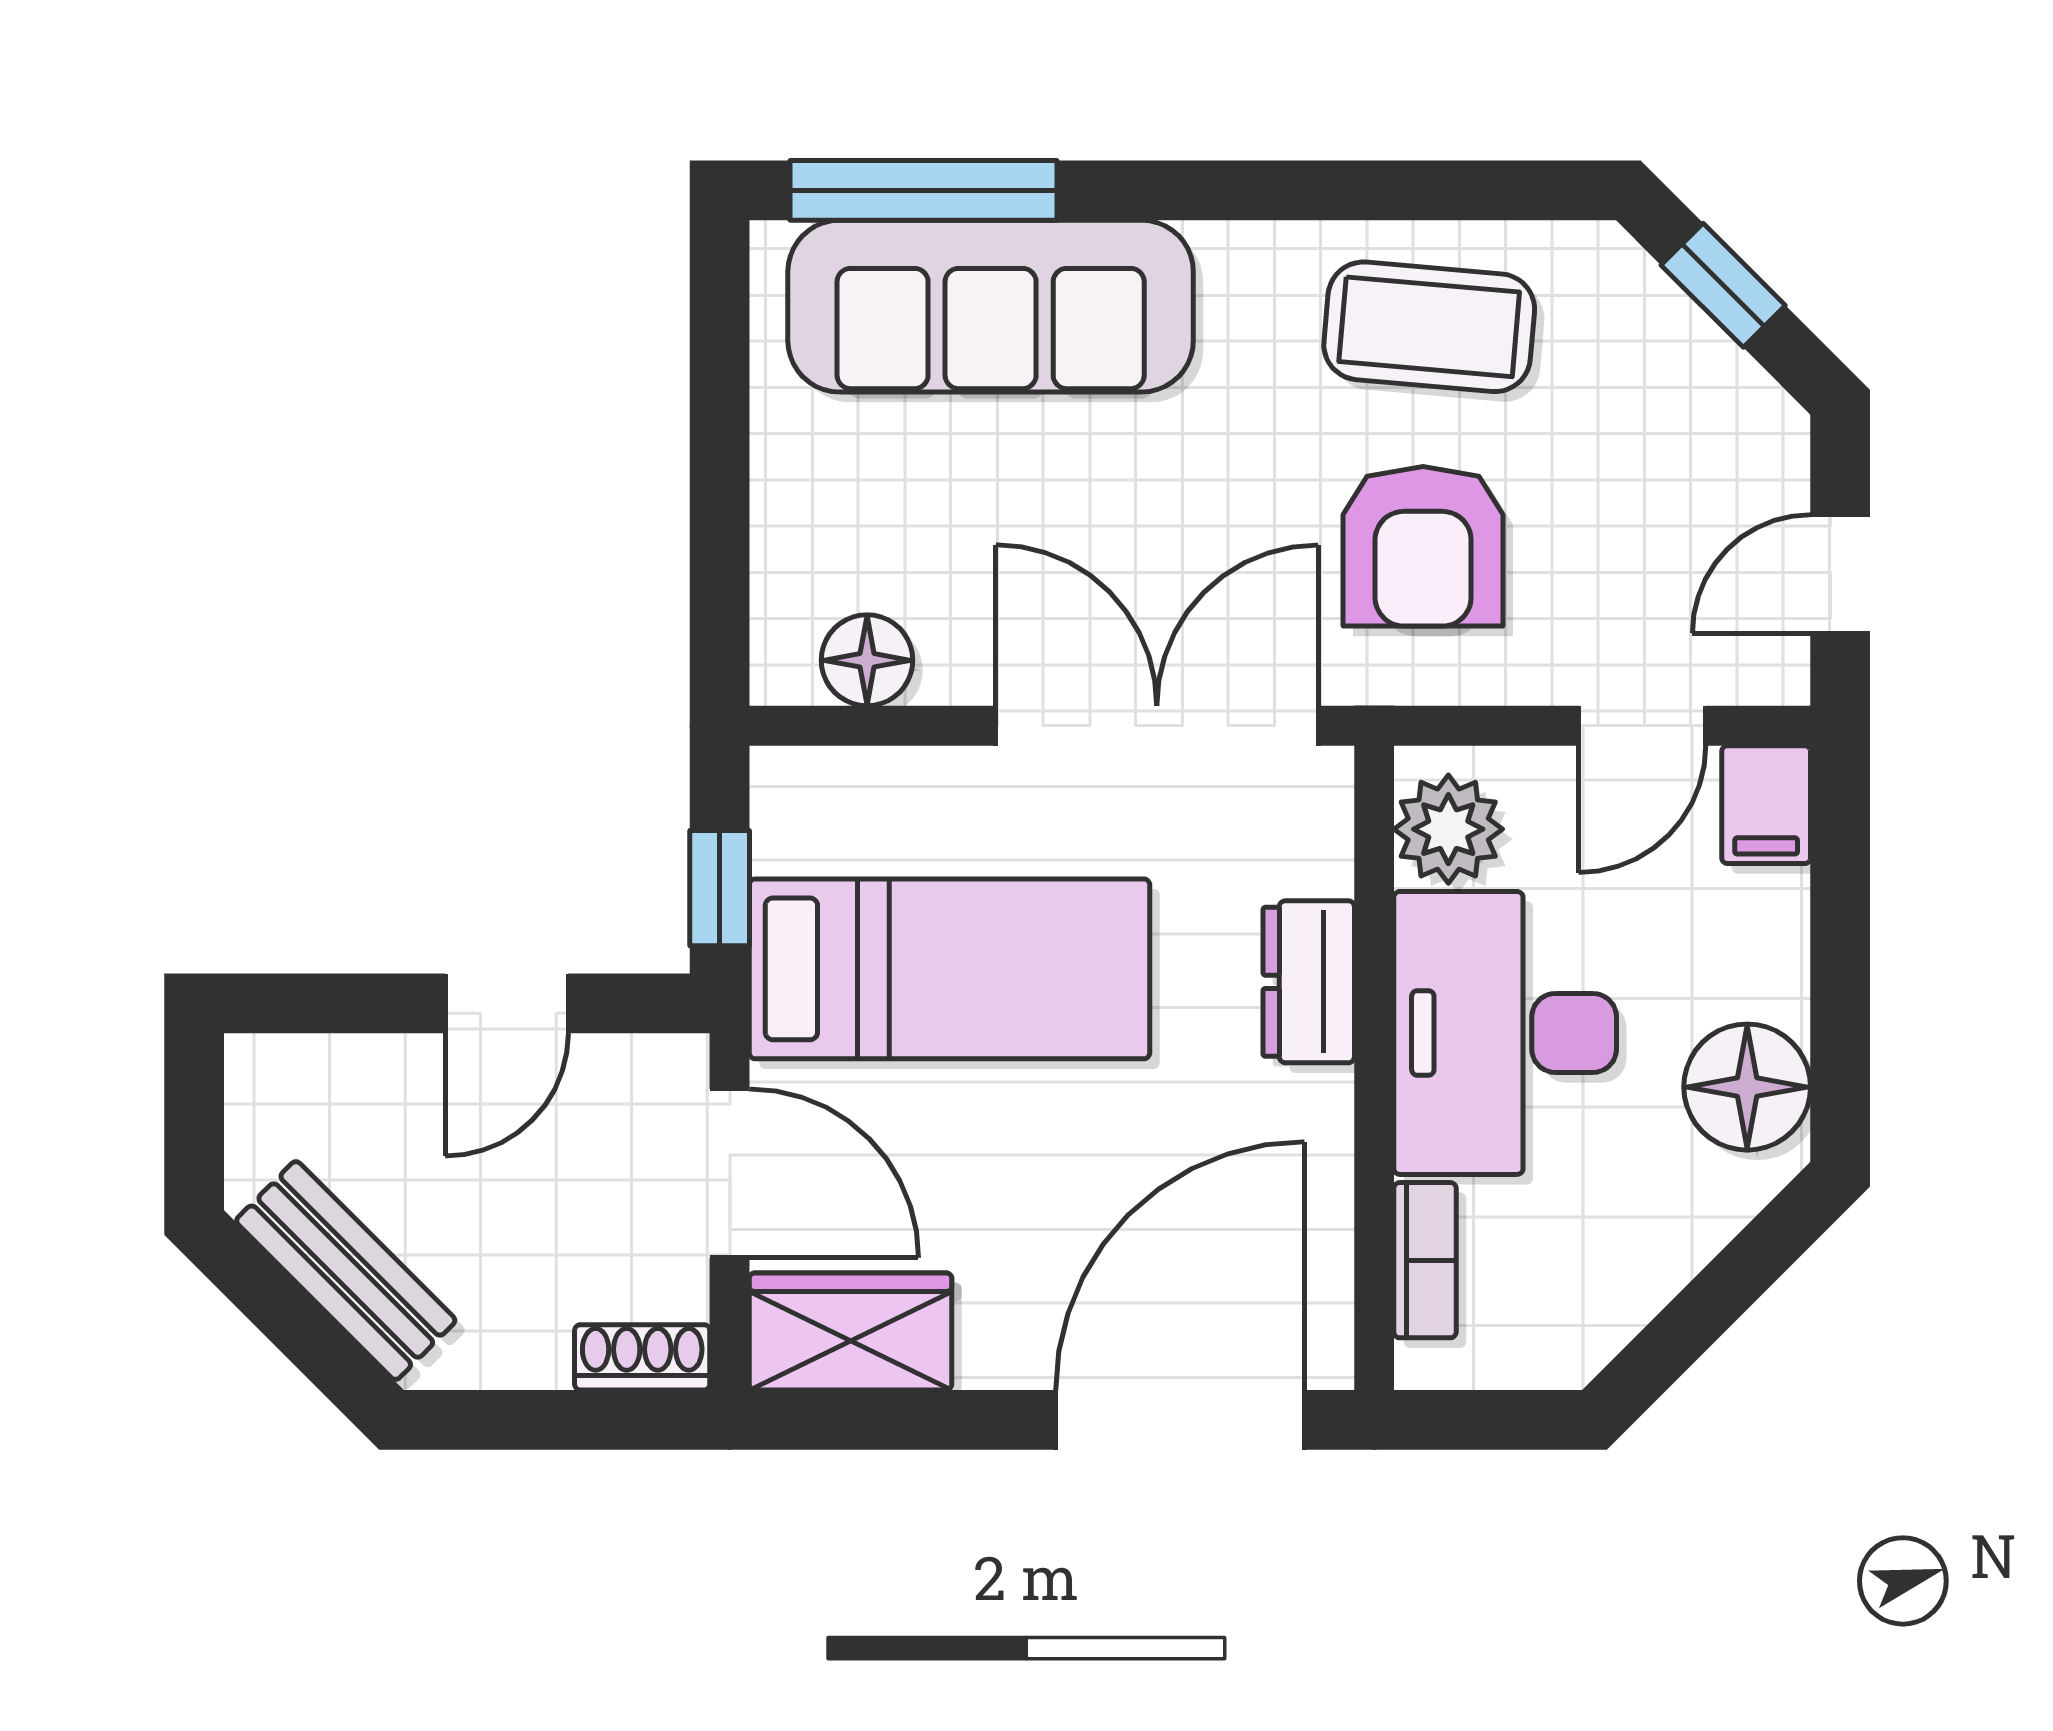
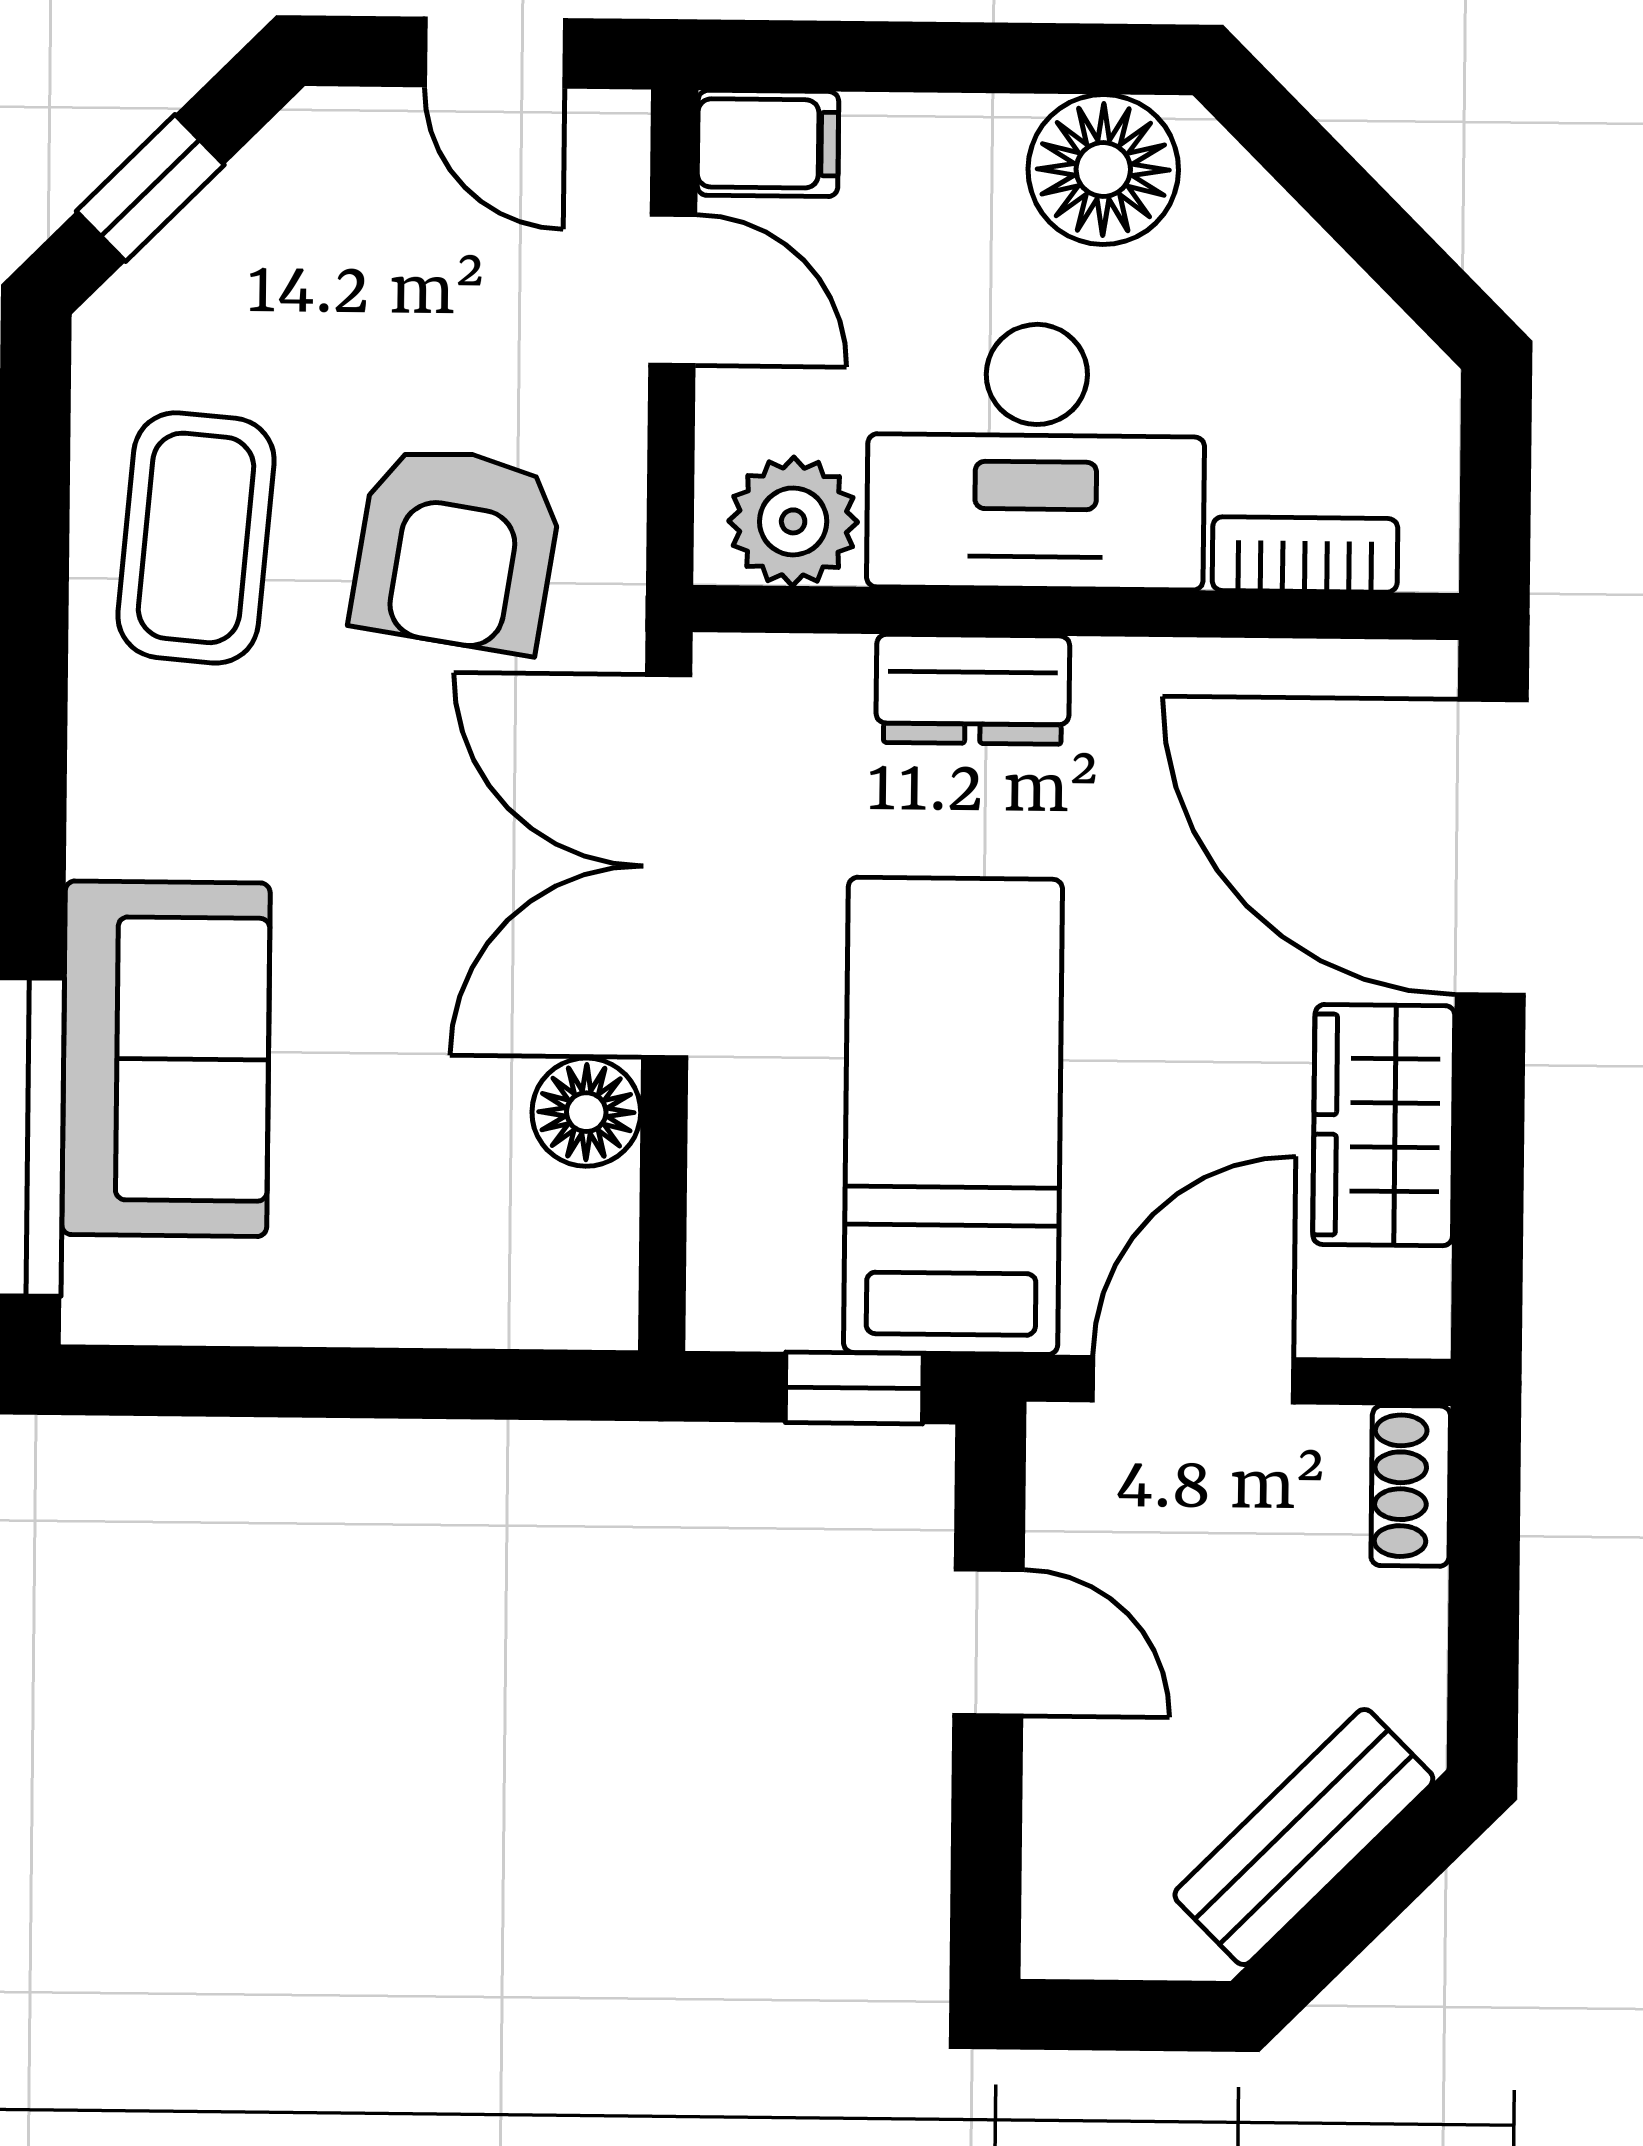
sofa: (991, 306) -> (166, 1059), width x0.73
armchair: (1423, 546) -> (457, 548), turned 99
floor lamp: (867, 660) -> (586, 1112), moved
wardrobe: (851, 1331) -> (1384, 1125), moved

